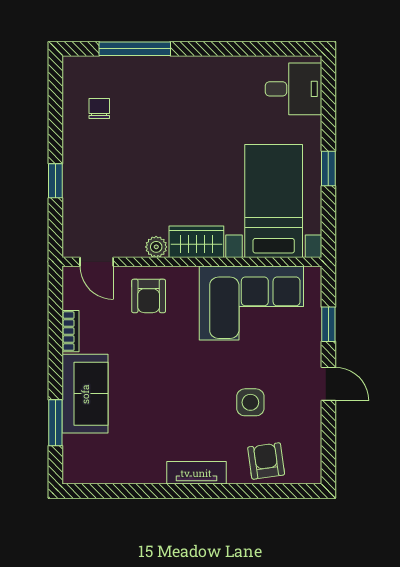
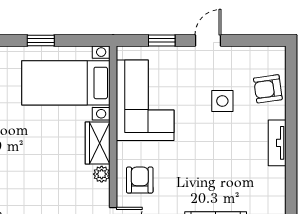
armchair: (149, 296) -> (140, 180), turned -90

